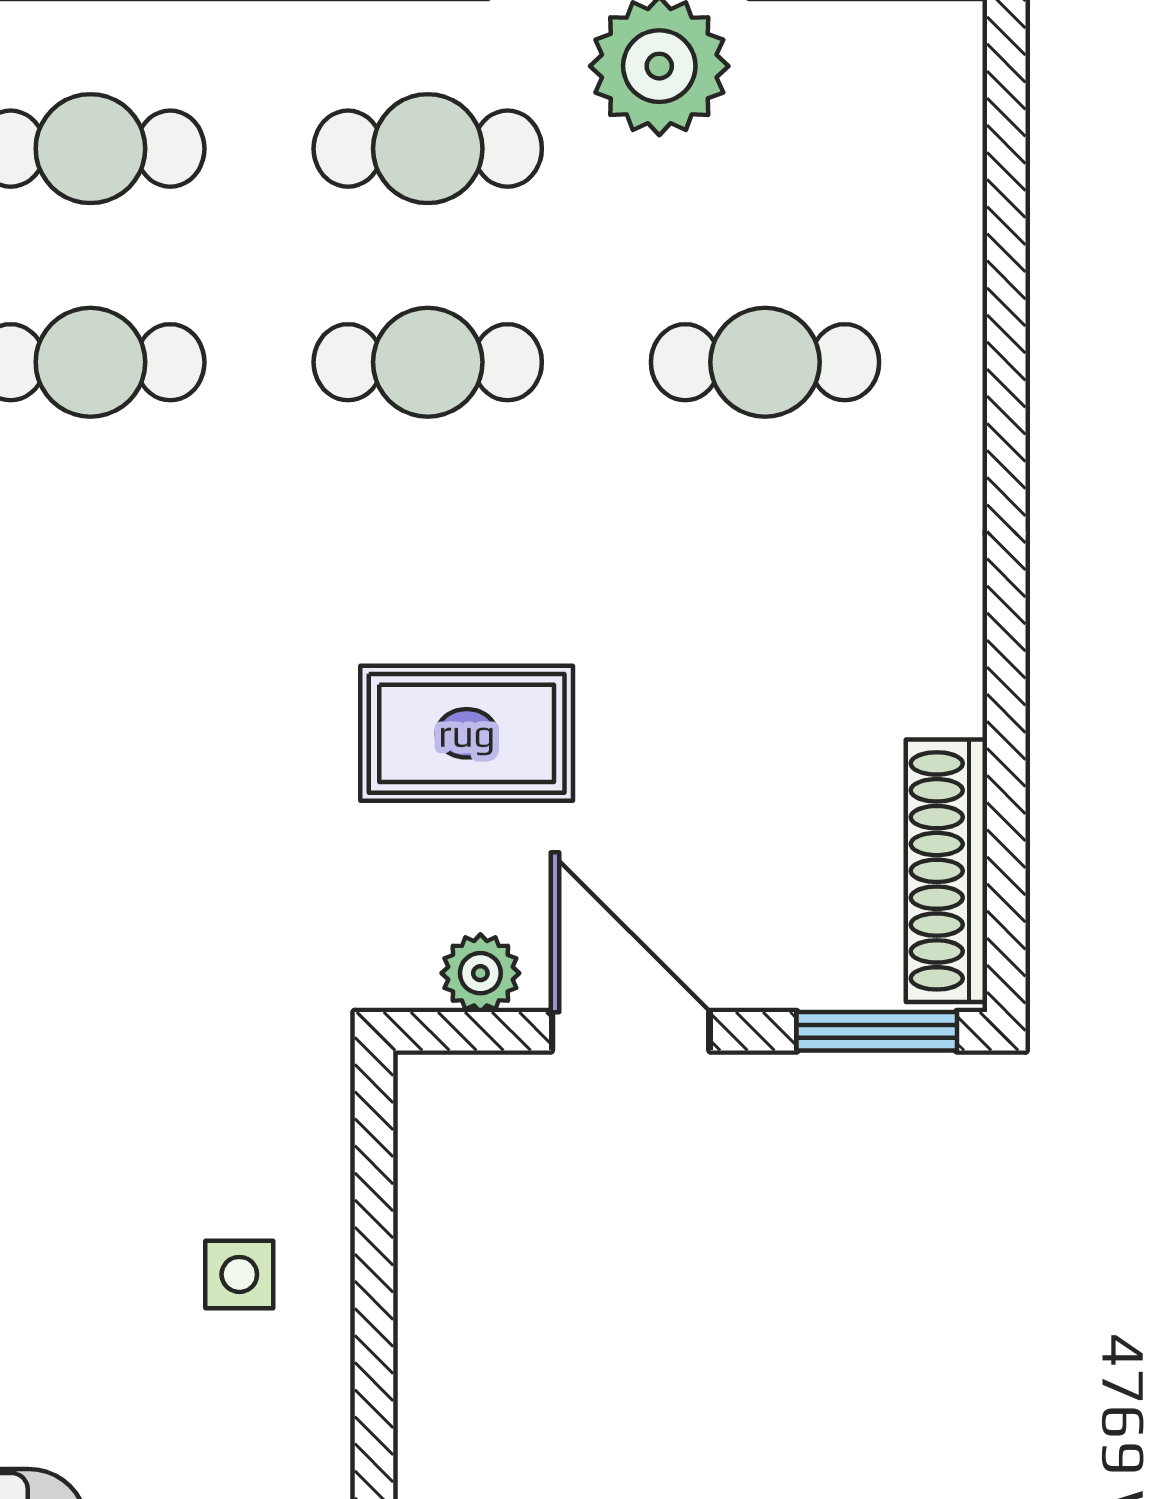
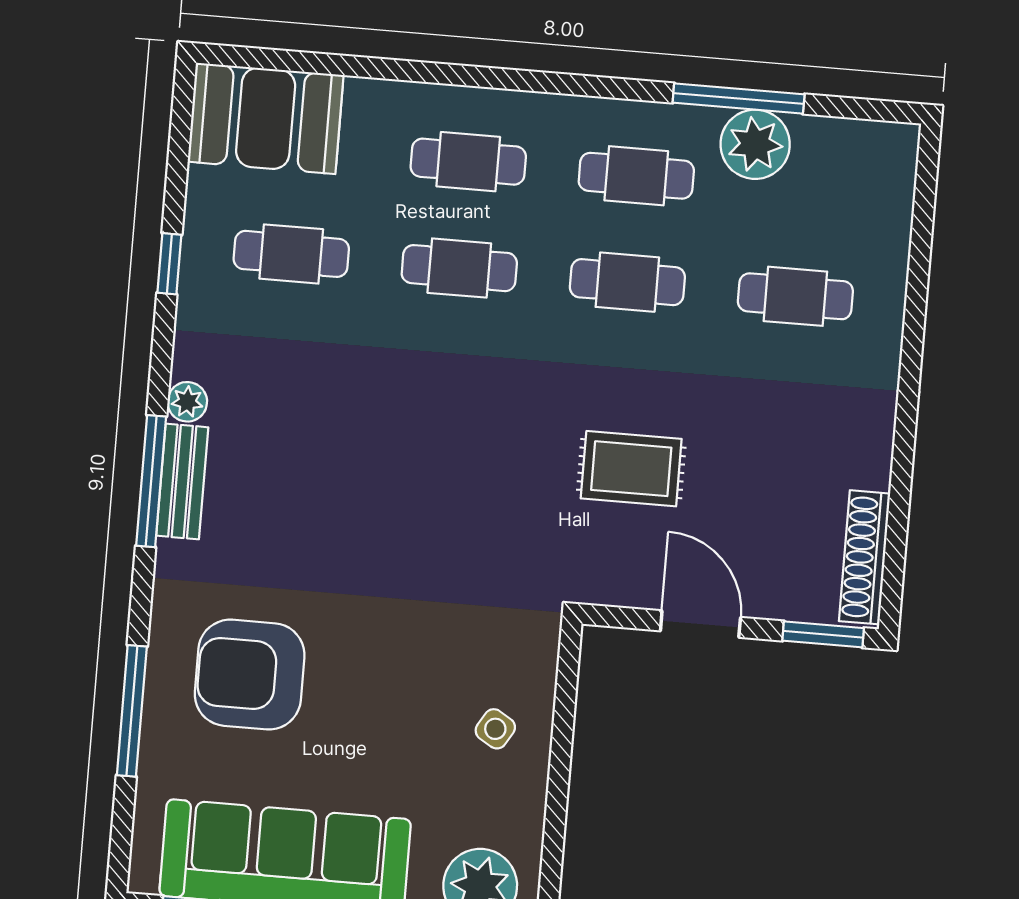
plant: (480, 973) -> (628, 589), removed
side table: (239, 1274) -> (495, 729), turned 31

